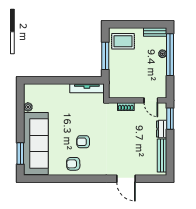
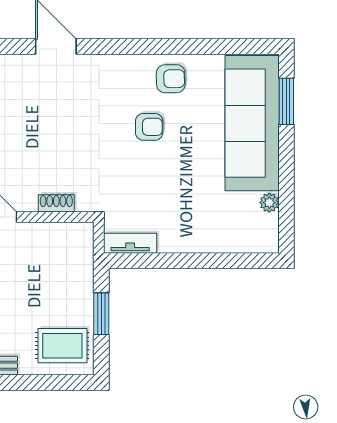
window: (105, 56) -> (101, 314), width x0.69
tv unit: (87, 88) -> (130, 243), width x0.71

